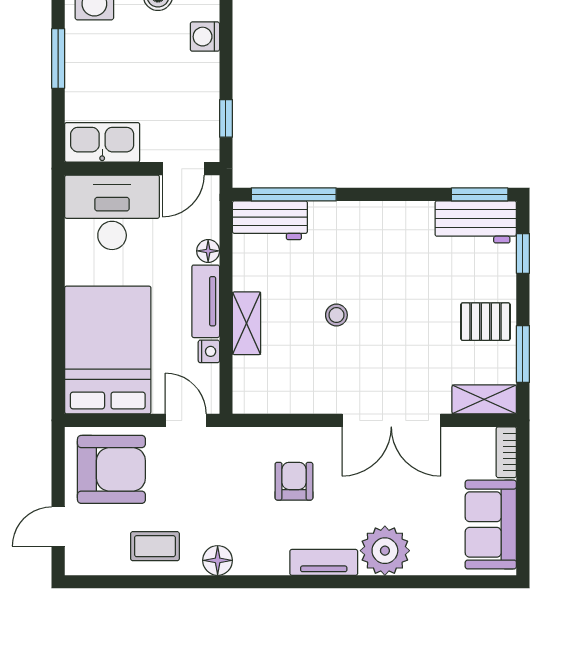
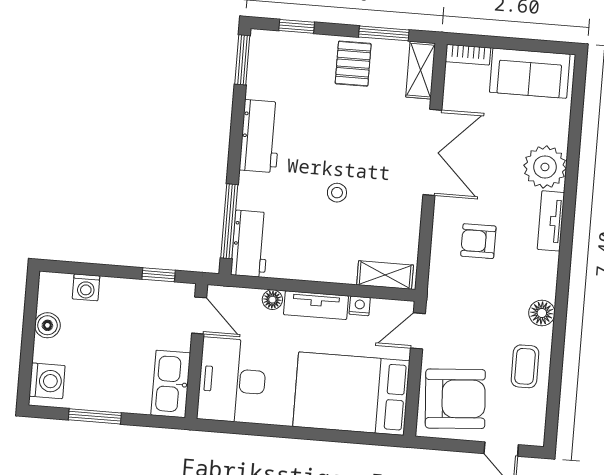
workbench: (476, 222) -> (260, 136), moved
shelving: (247, 323) -> (385, 275), moved
armchair: (111, 469) -> (455, 399), turned 86

